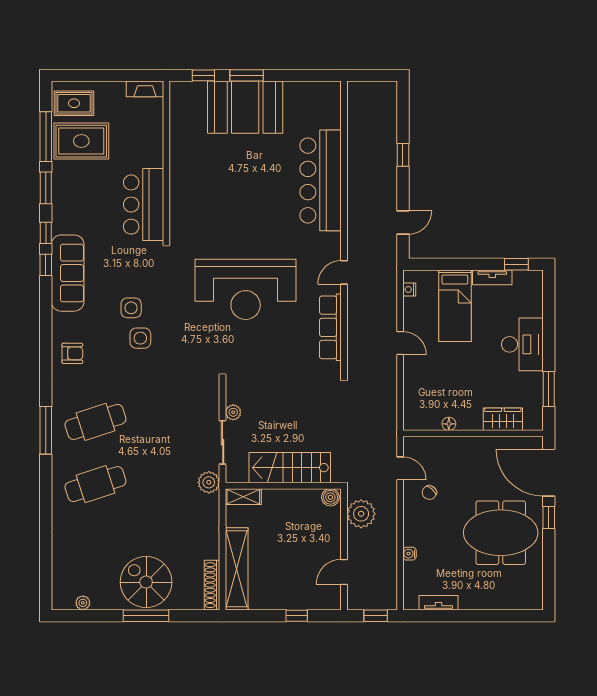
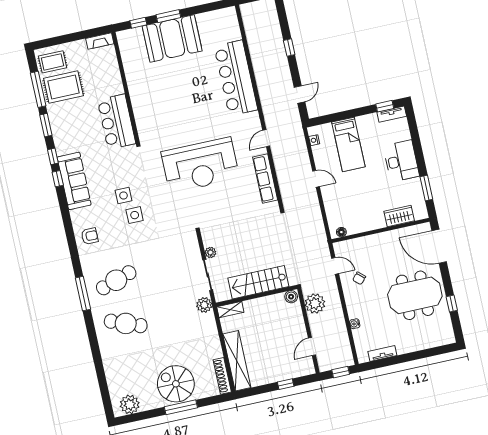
tv unit: (492, 277) -> (392, 114), moved
floor lamp: (449, 424) -> (341, 232), moved
cafe table: (95, 484) -> (126, 323), turned 39
window: (549, 518) -> (452, 304), moved
plant: (83, 603) -> (130, 404), width x1.87, depth x1.87

